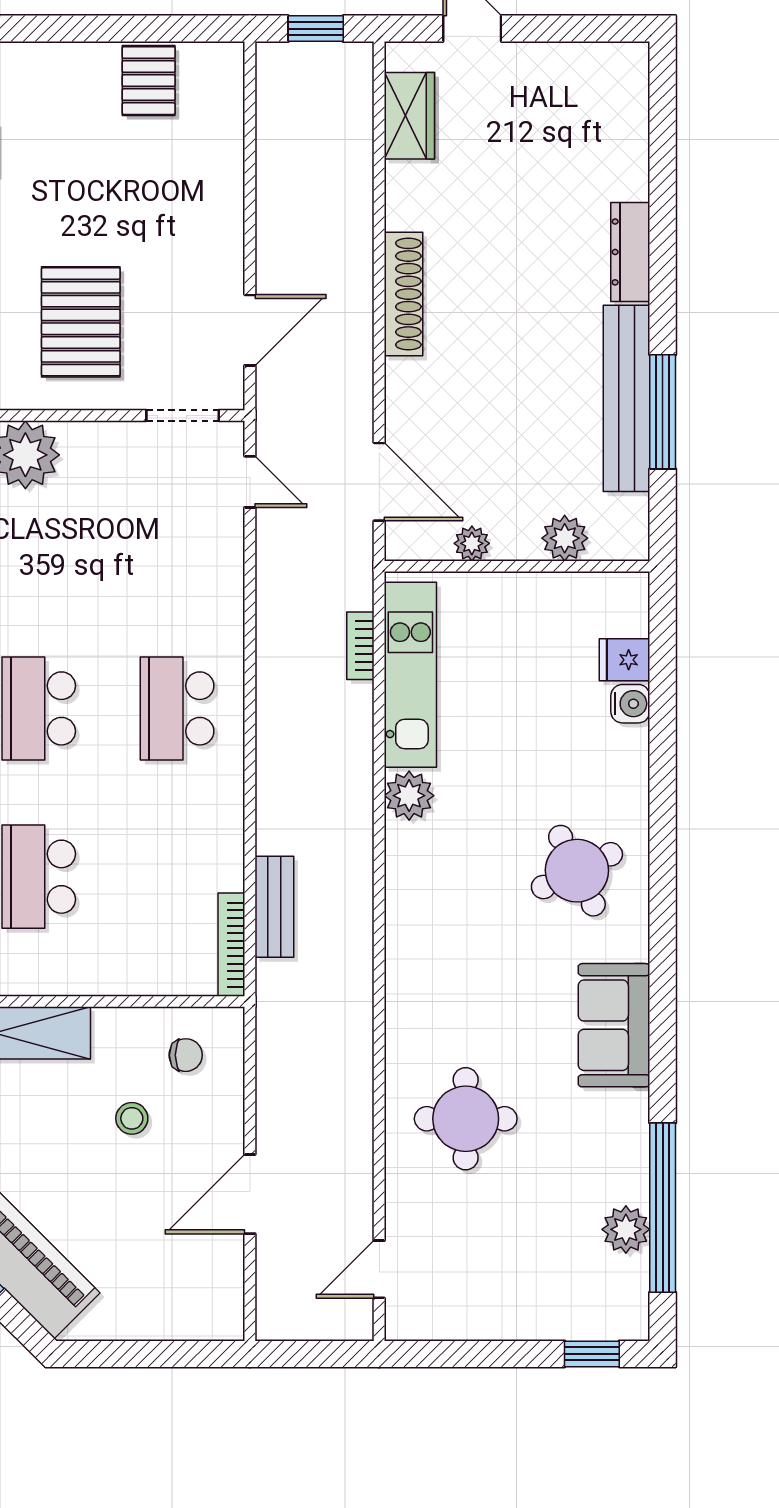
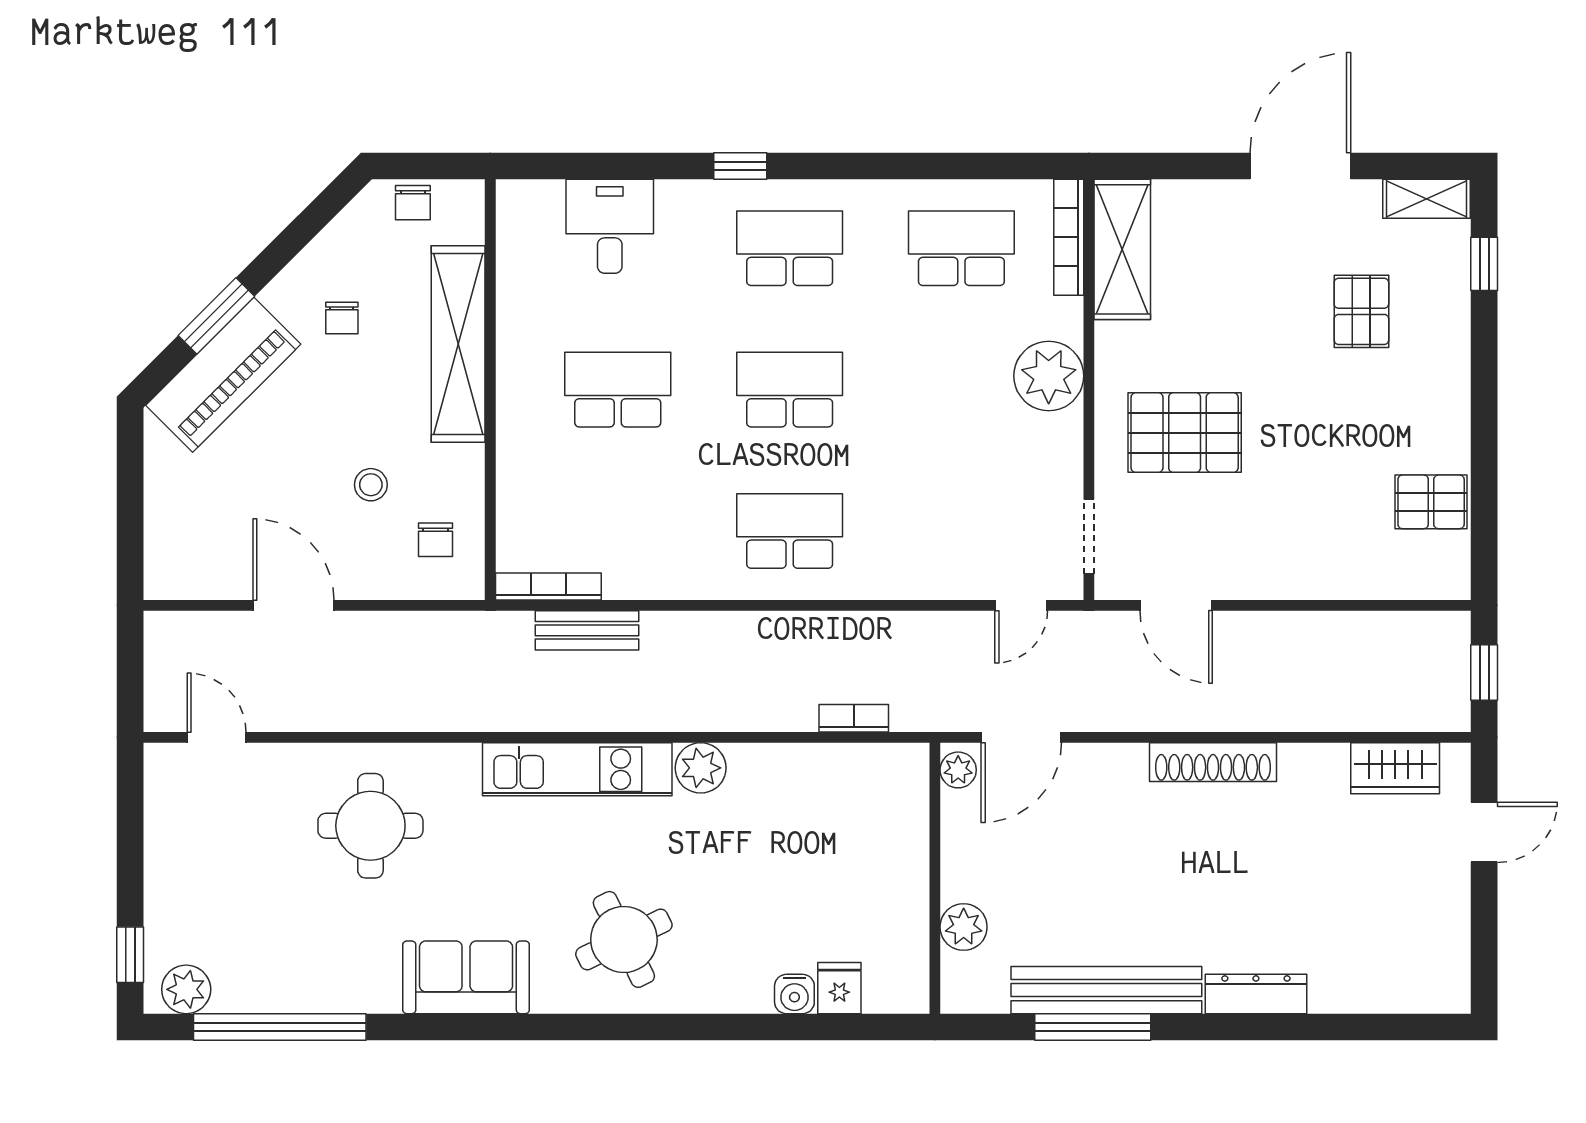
plant: (472, 543) -> (958, 770), moved
kitchen unit: (410, 675) -> (577, 769), moved
plant: (626, 1229) -> (186, 989), moved

